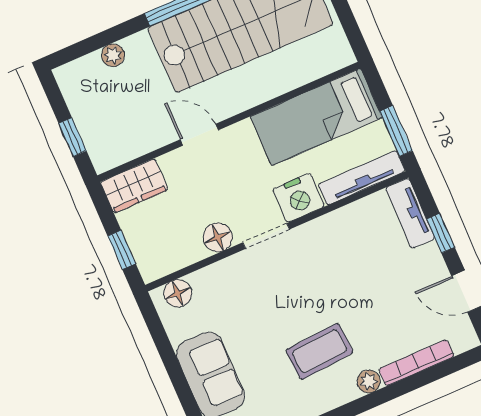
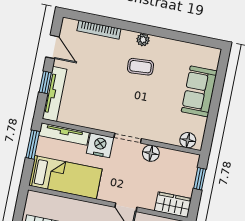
tv unit: (410, 213) -> (55, 94), width x1.41
coffee table: (320, 351) -> (140, 67), width x0.73, depth x0.77
plant: (369, 381) -> (143, 40), moved

